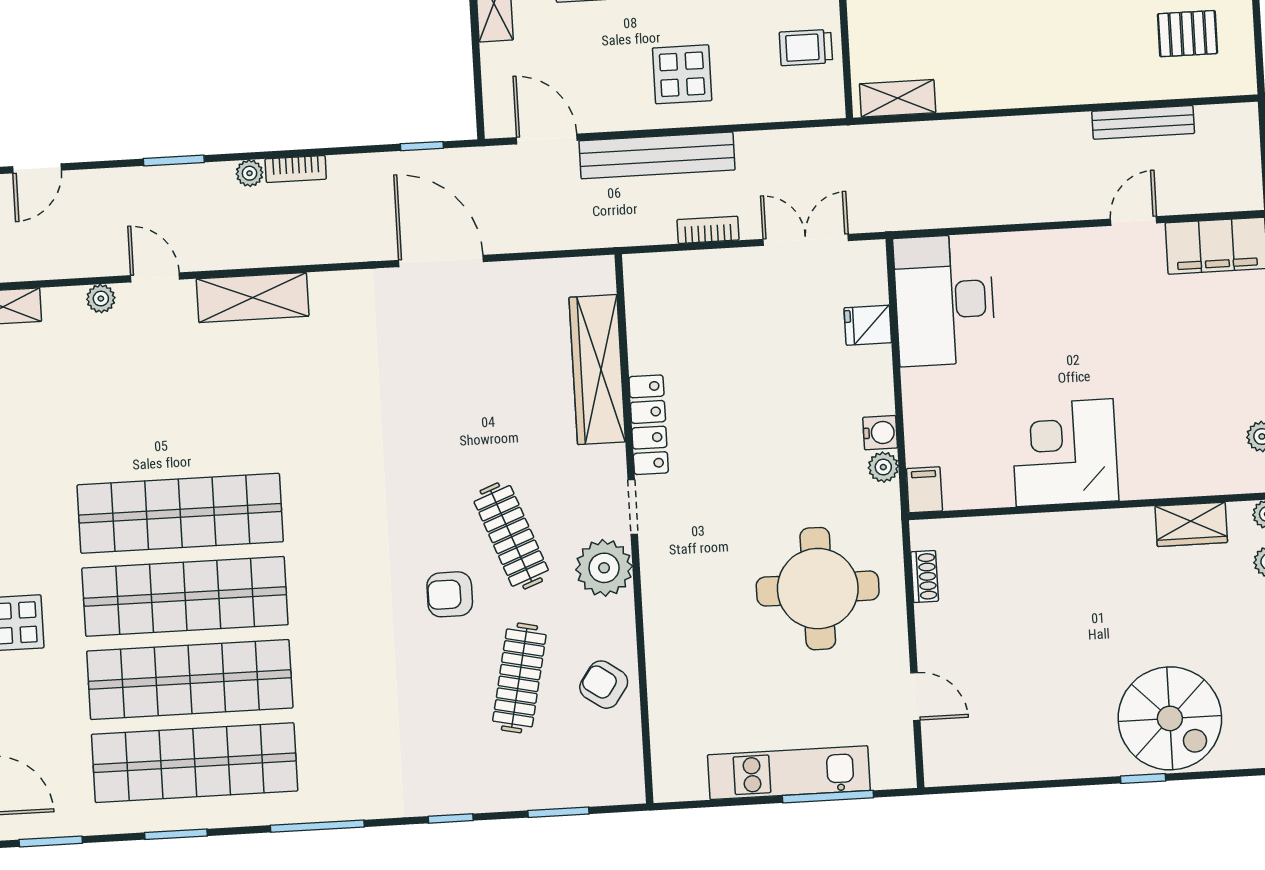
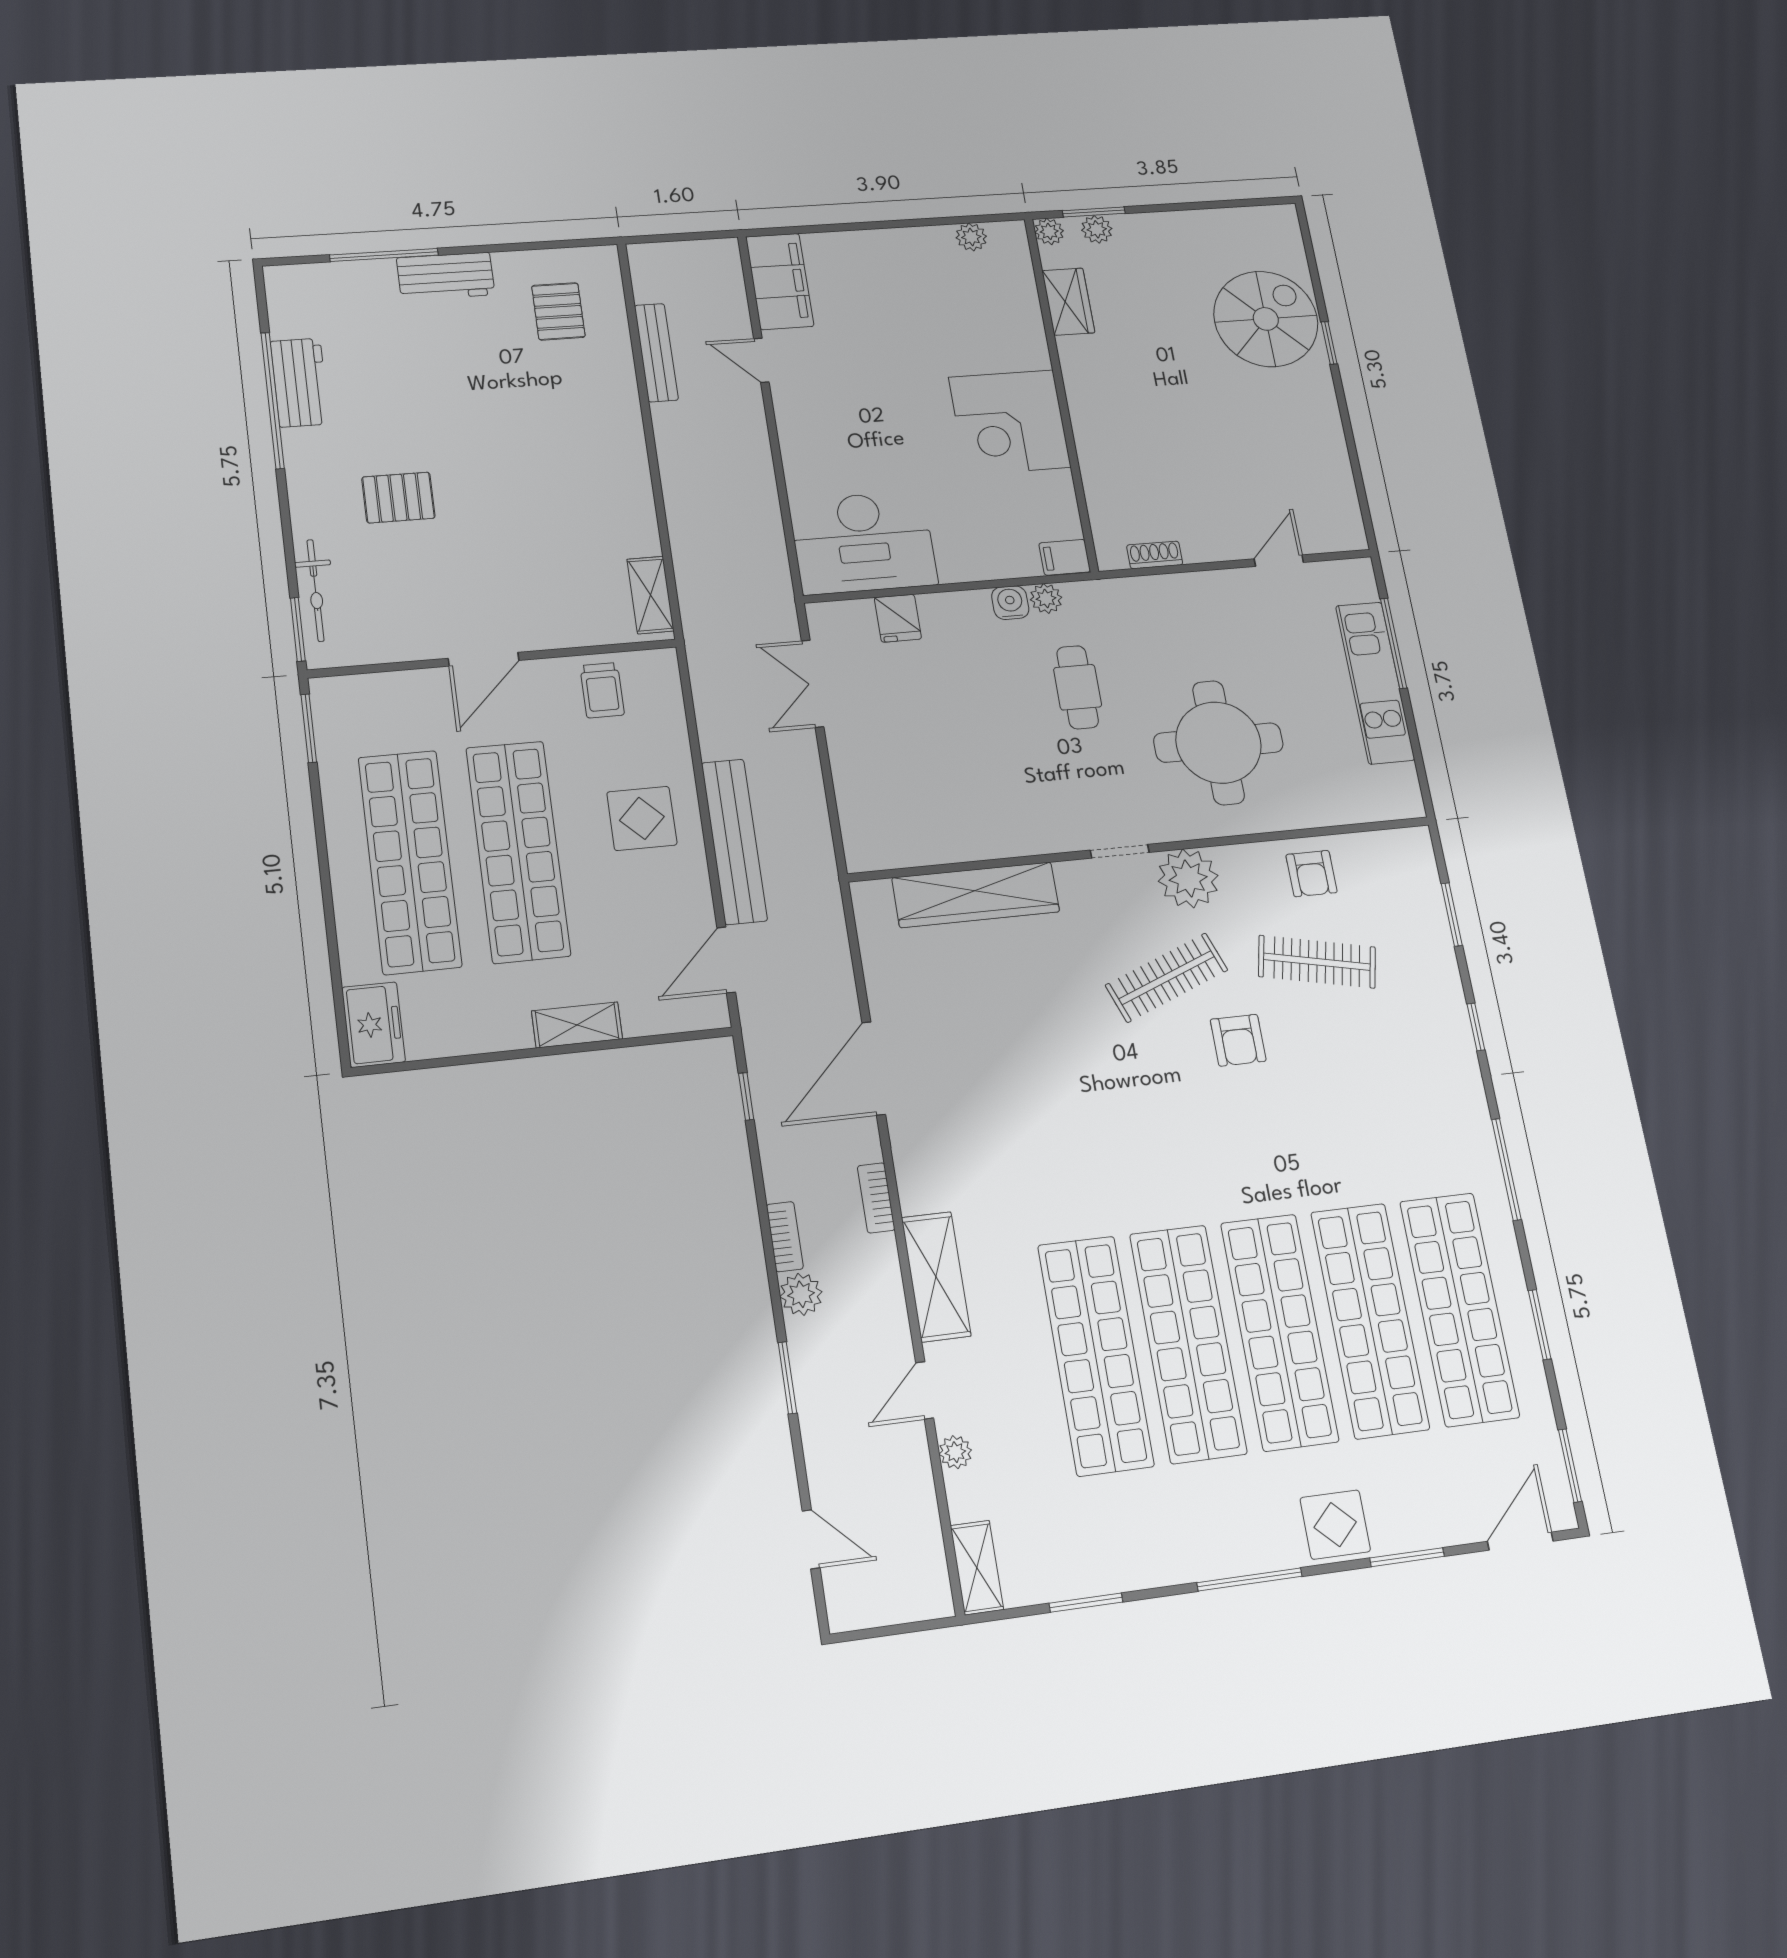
plant: (250, 173) -> (801, 1294), width x1.38, depth x1.38
bookcase: (708, 230) -> (876, 1198), moved
locker: (649, 425) -> (1029, 838), removed
shop shelf: (175, 430) -> (1096, 1355), added
cafe table: (794, 487) -> (1078, 687), added
round table: (818, 589) -> (1218, 743), moved
armchair: (604, 685) -> (1311, 874), turned -35

